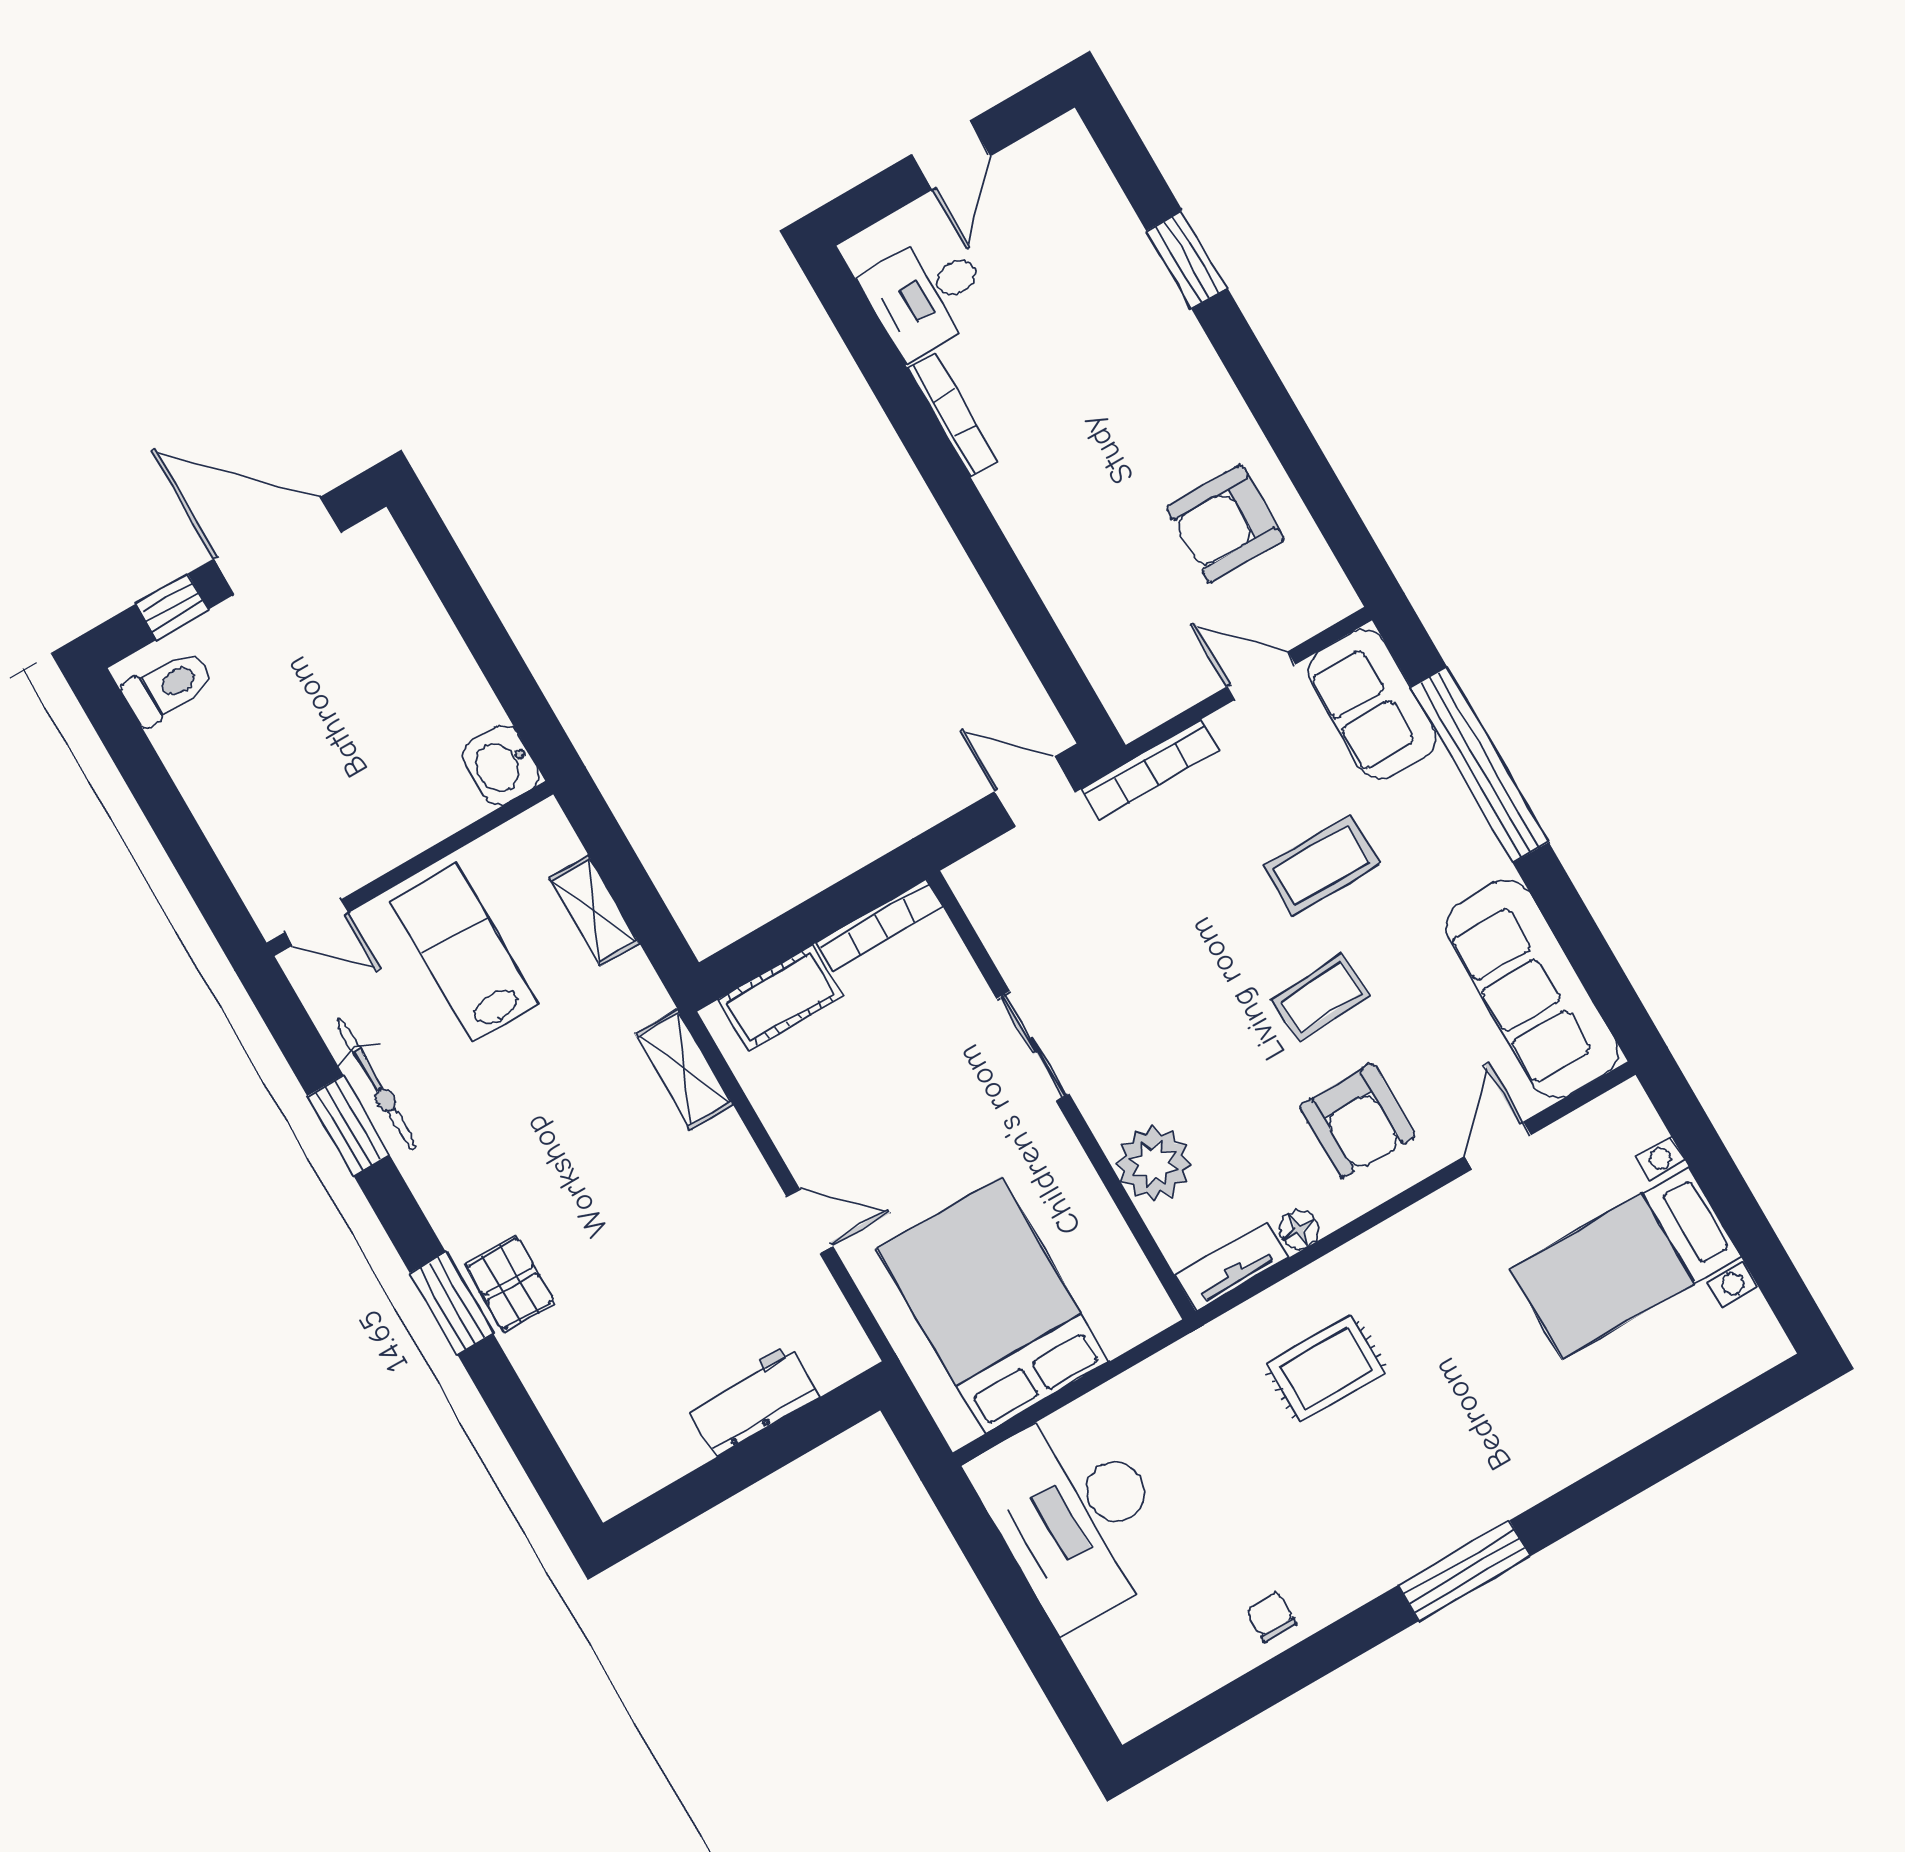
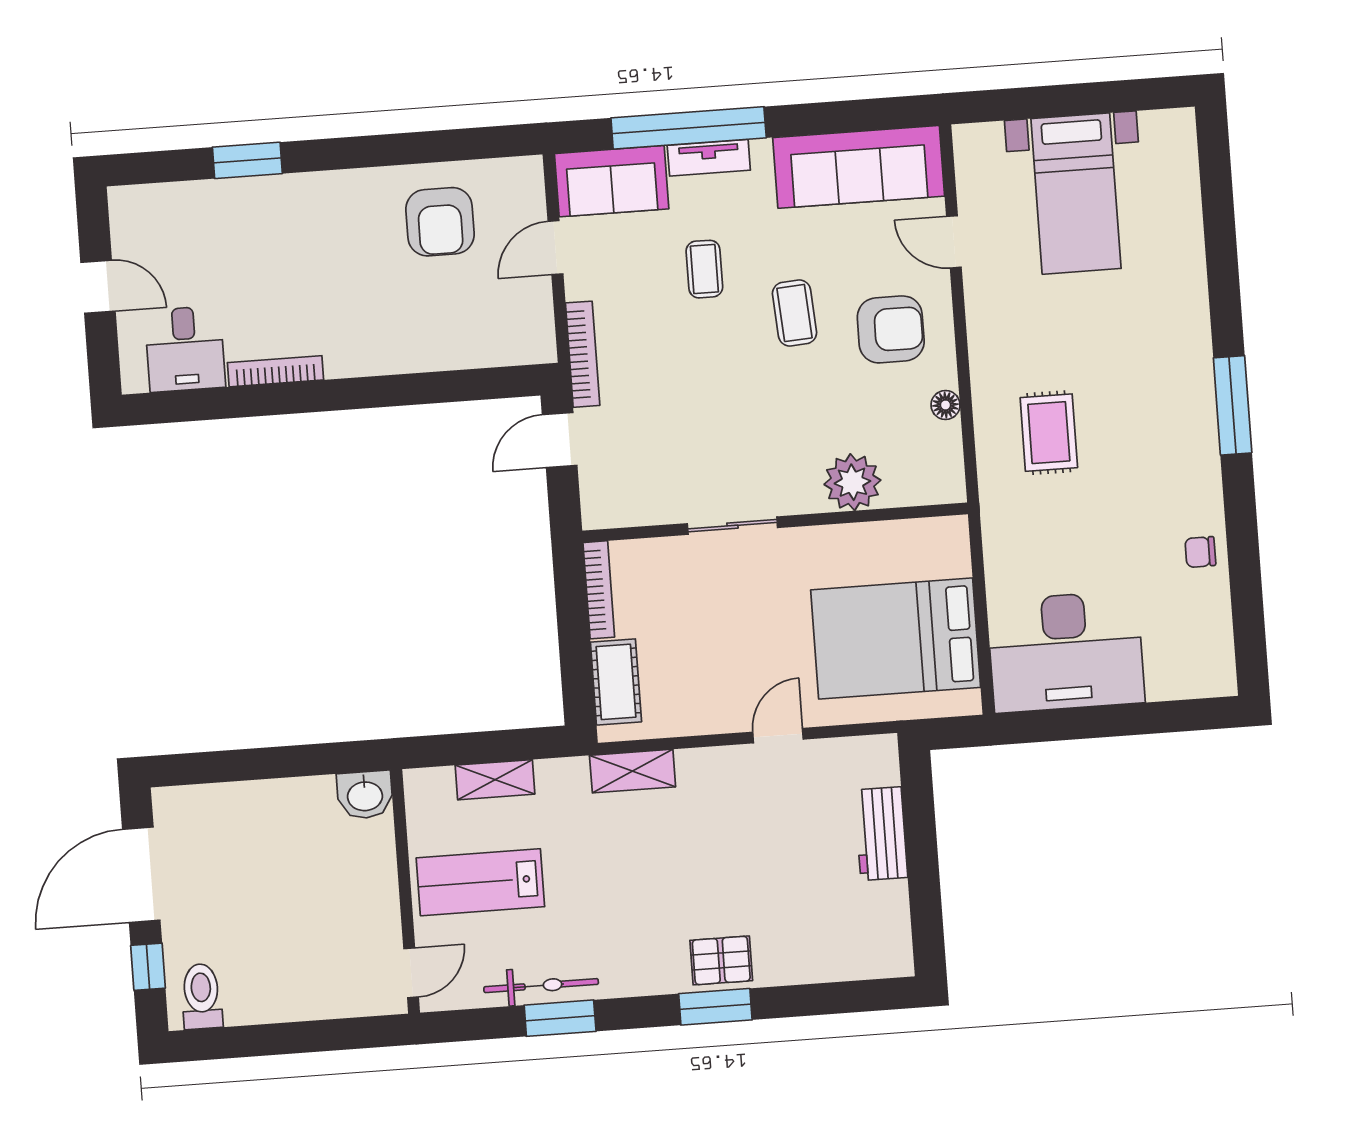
coffee table: (1321, 865) -> (704, 269), width x0.73, depth x0.77
tv unit: (1232, 1267) -> (709, 158), moved, turned -90

